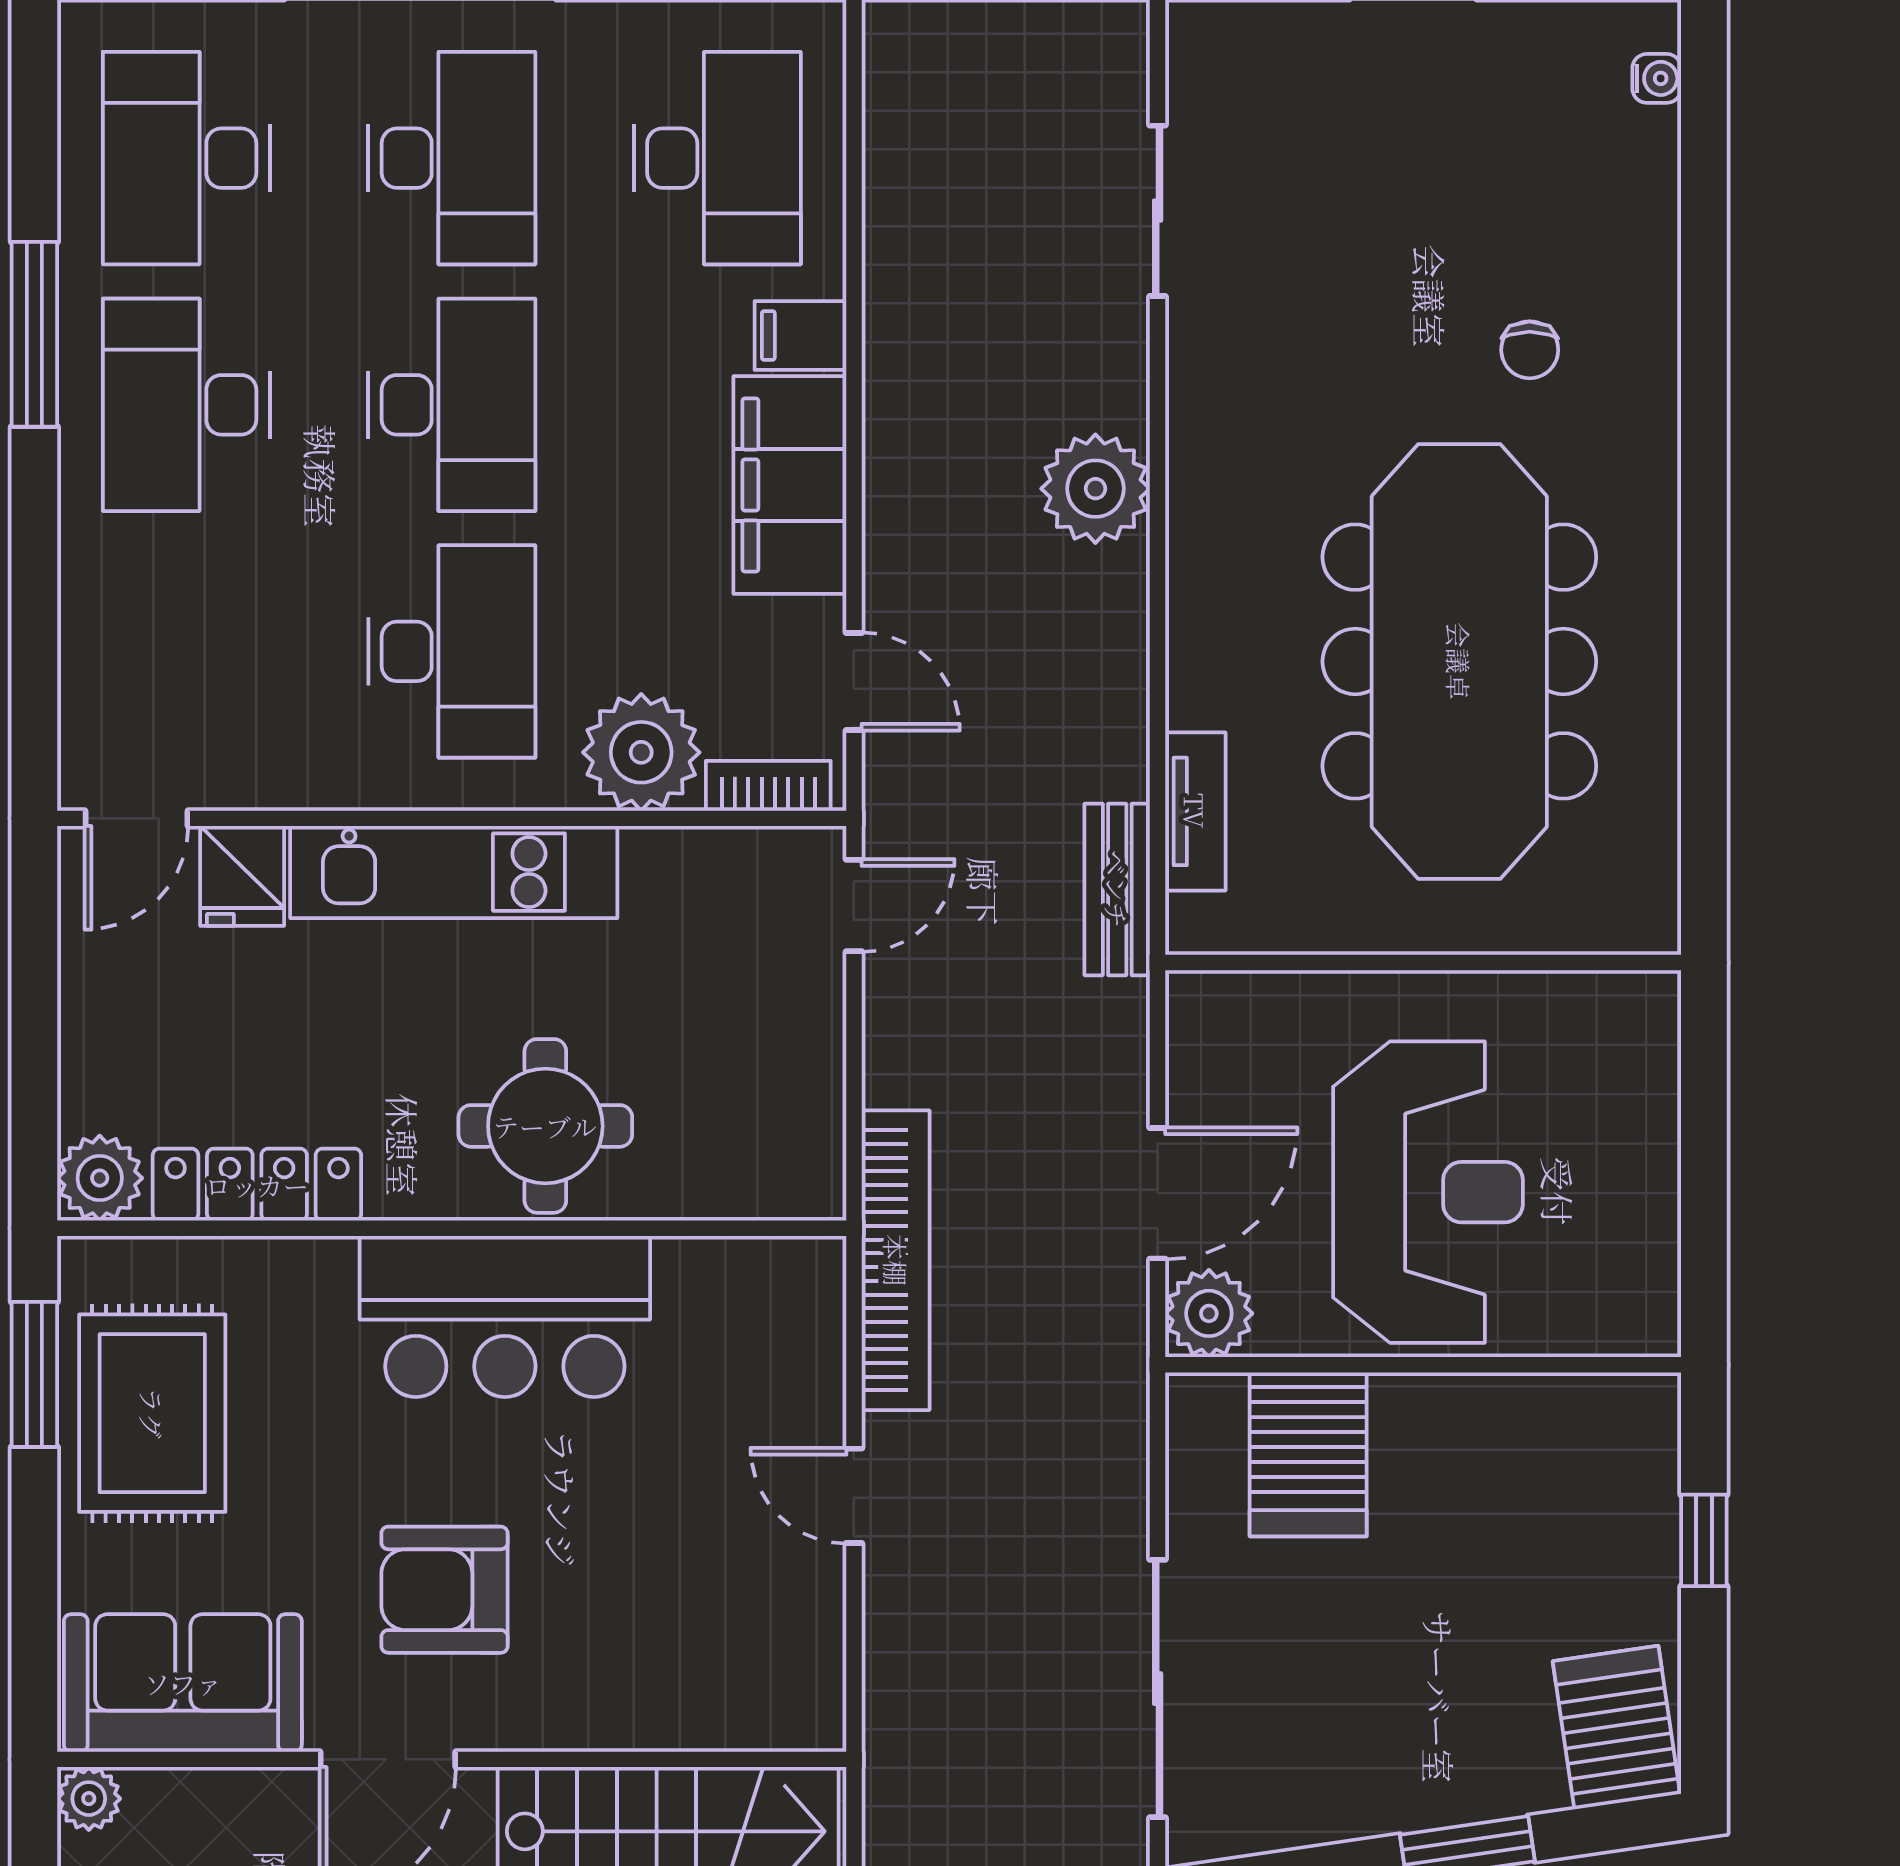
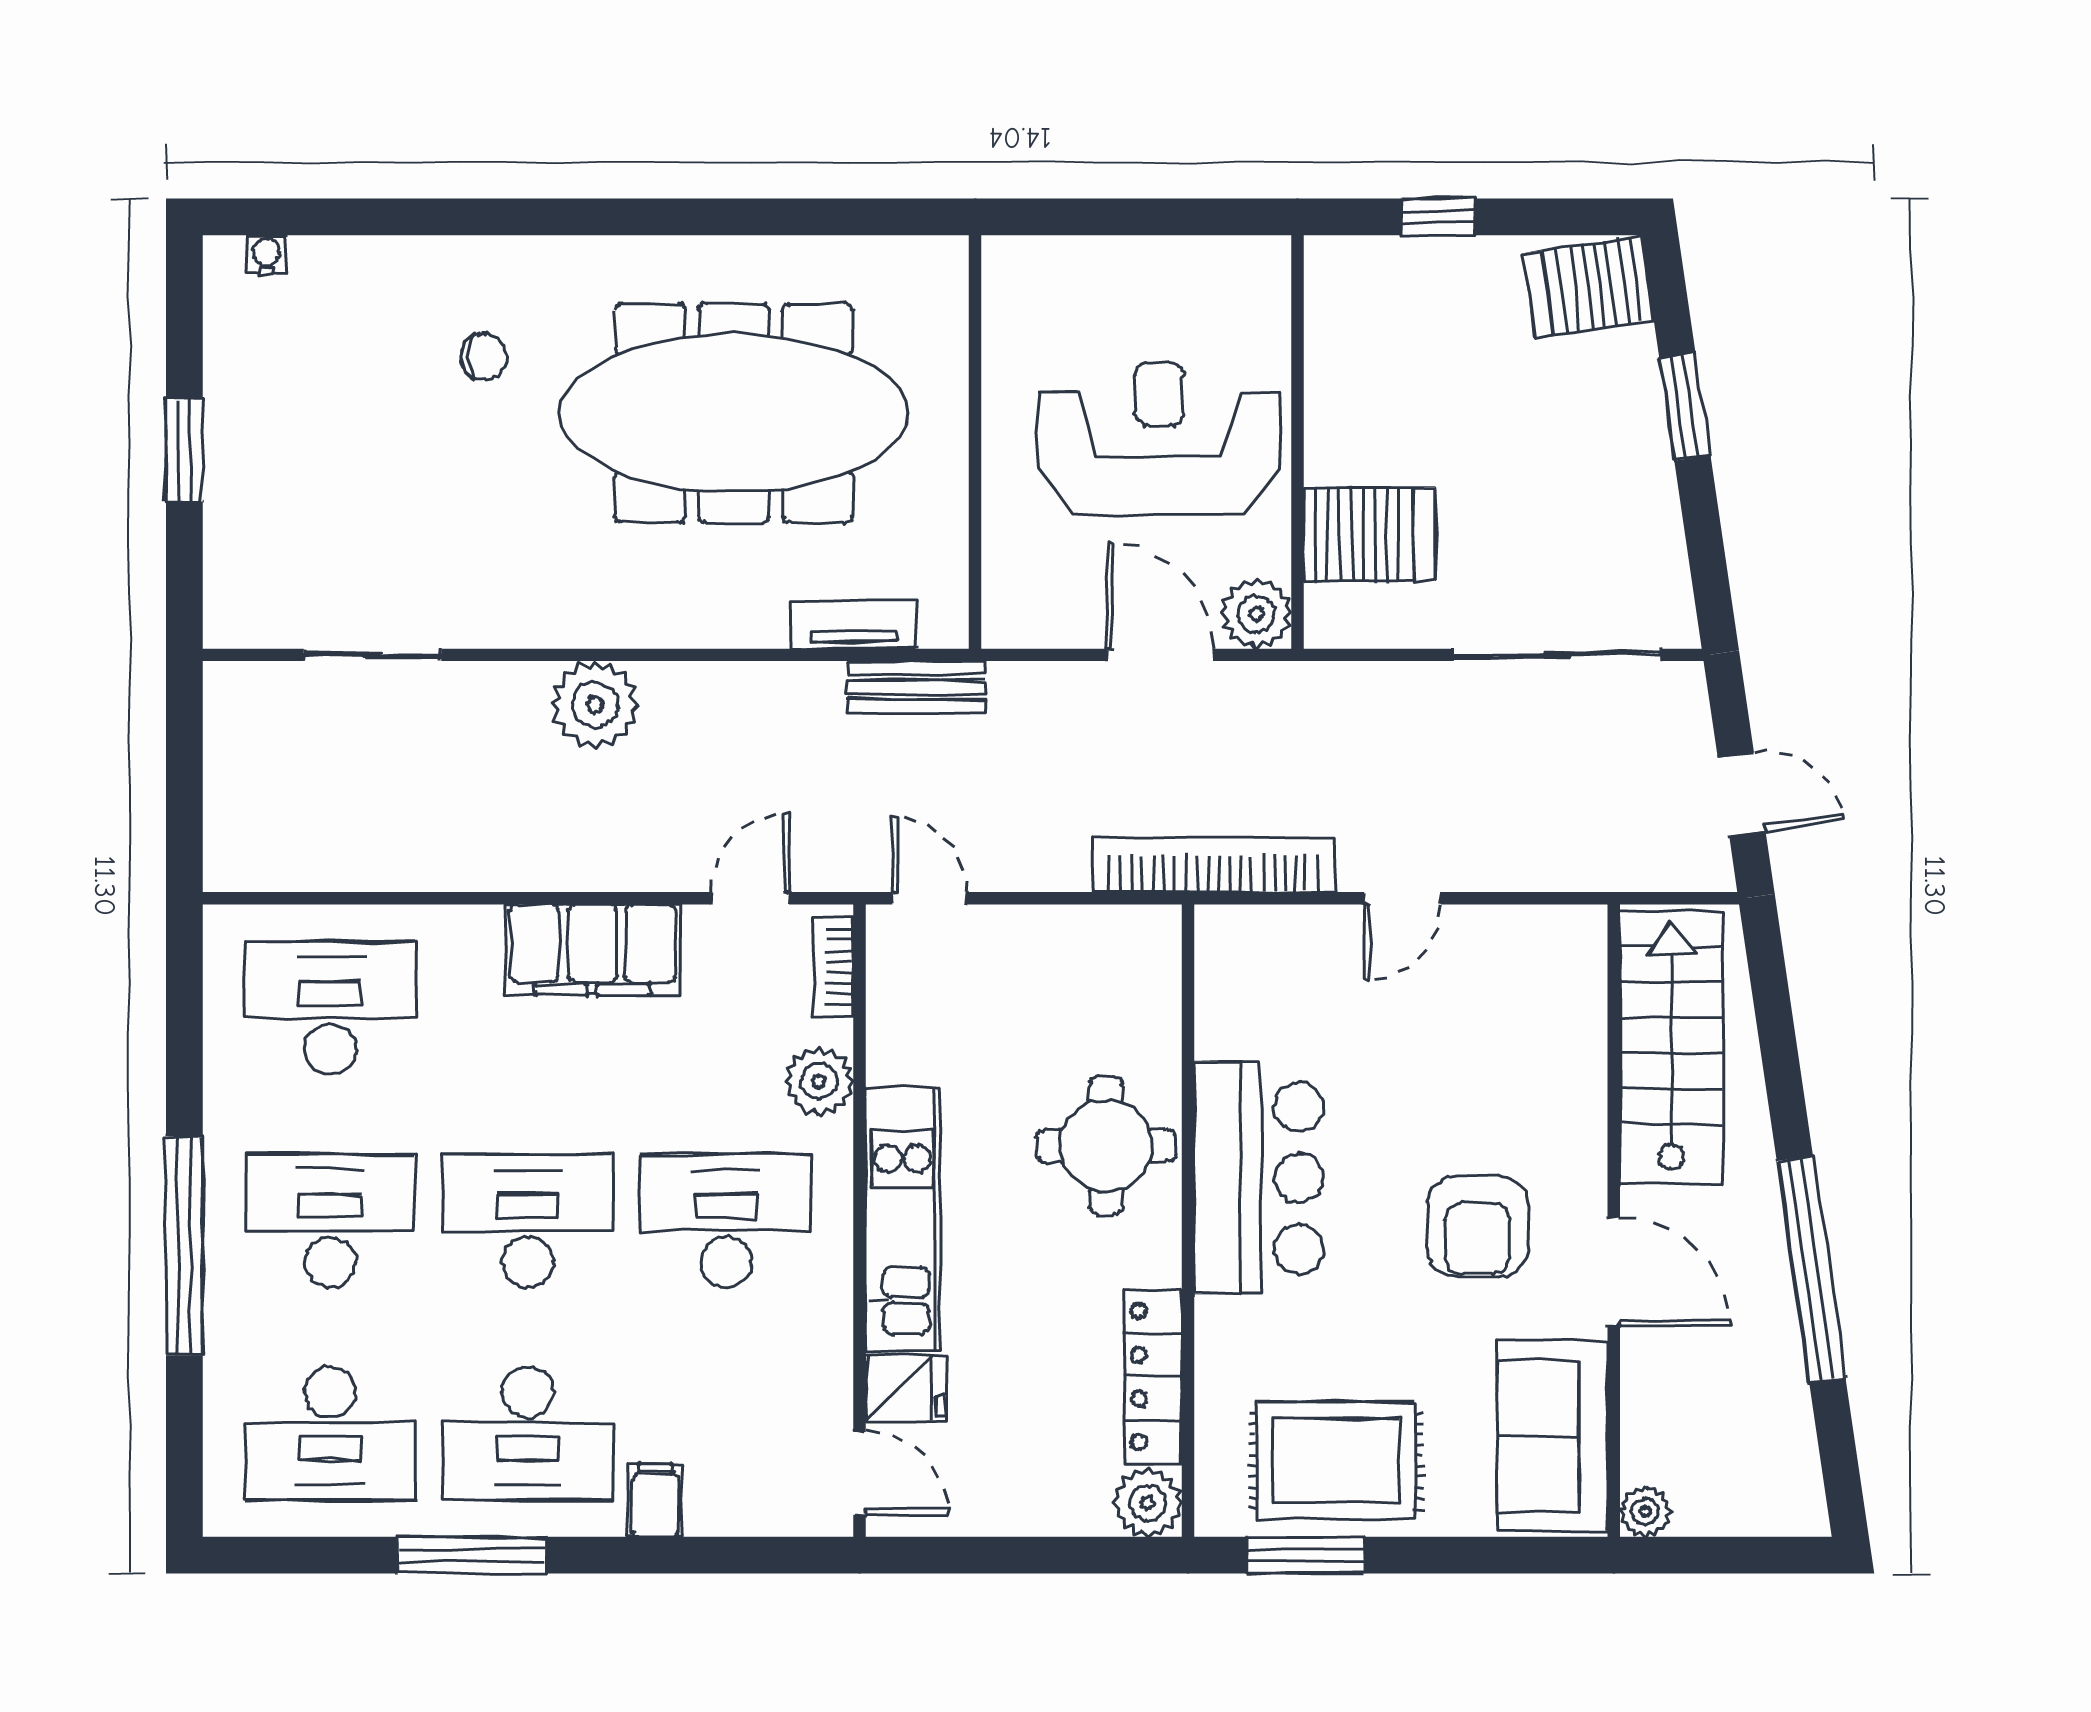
filing cabinet: (800, 335) -> (655, 1500), moved, turned 180
plant: (641, 752) -> (819, 1081), width x0.73, depth x0.73

